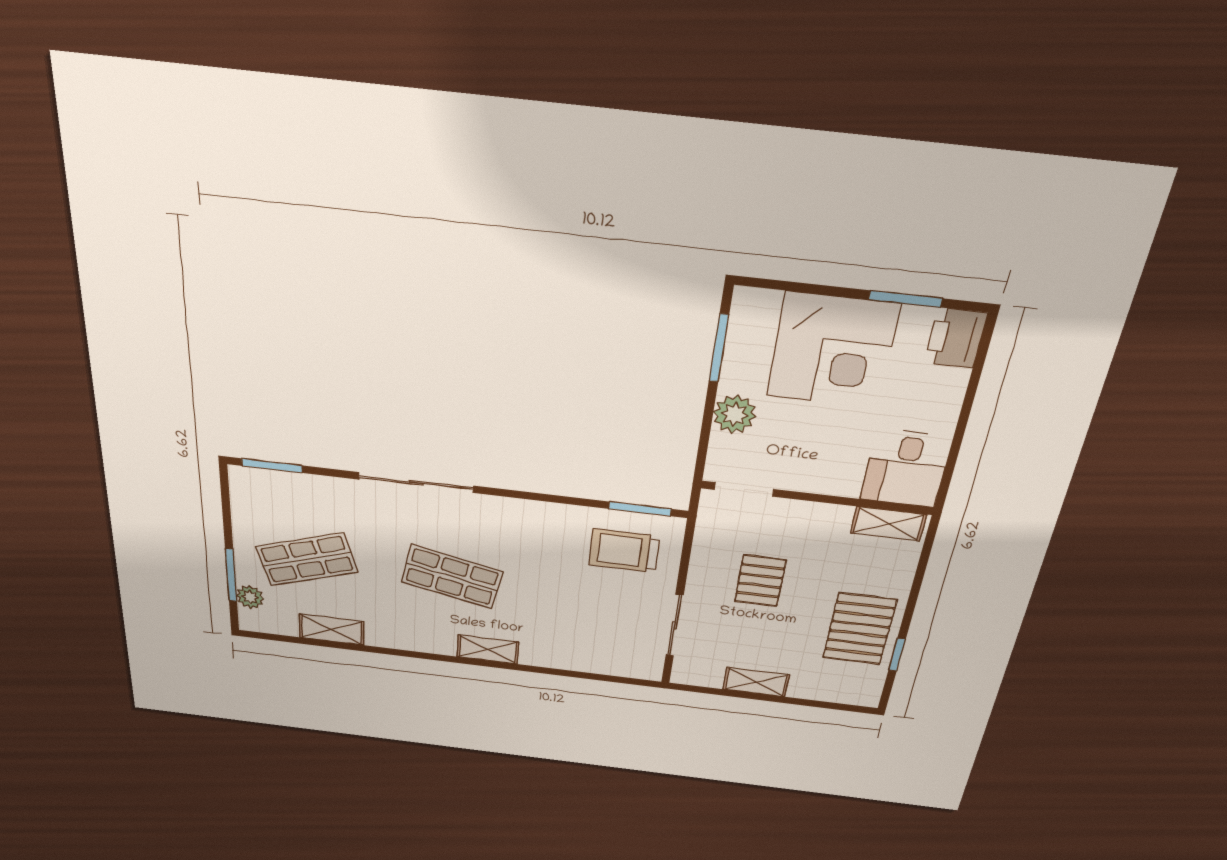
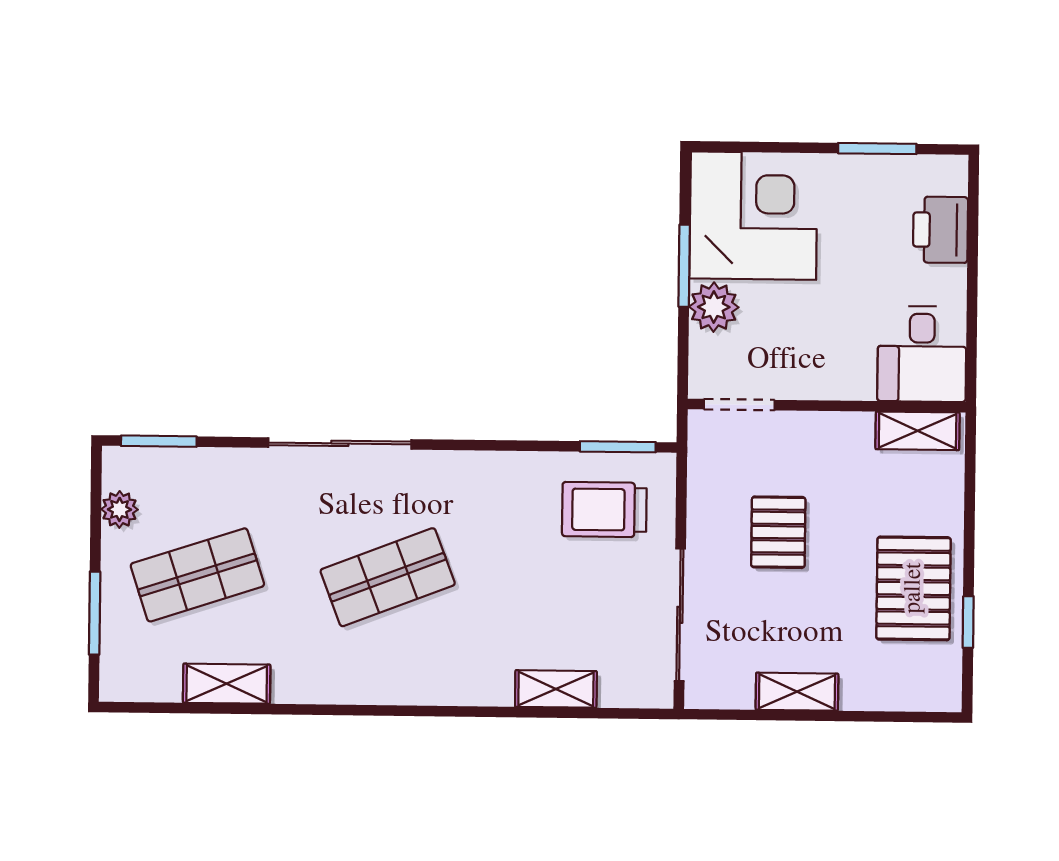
printer: (956, 338) -> (940, 230), moved
window: (719, 348) -> (684, 266), moved
corner desk: (832, 350) -> (753, 216), moved, turned -90
shop shelf: (452, 577) -> (388, 577), turned -33
plant: (250, 597) -> (119, 509), moved
sliding door: (674, 625) -> (680, 615), width x1.37
shelving: (488, 649) -> (556, 689), moved

